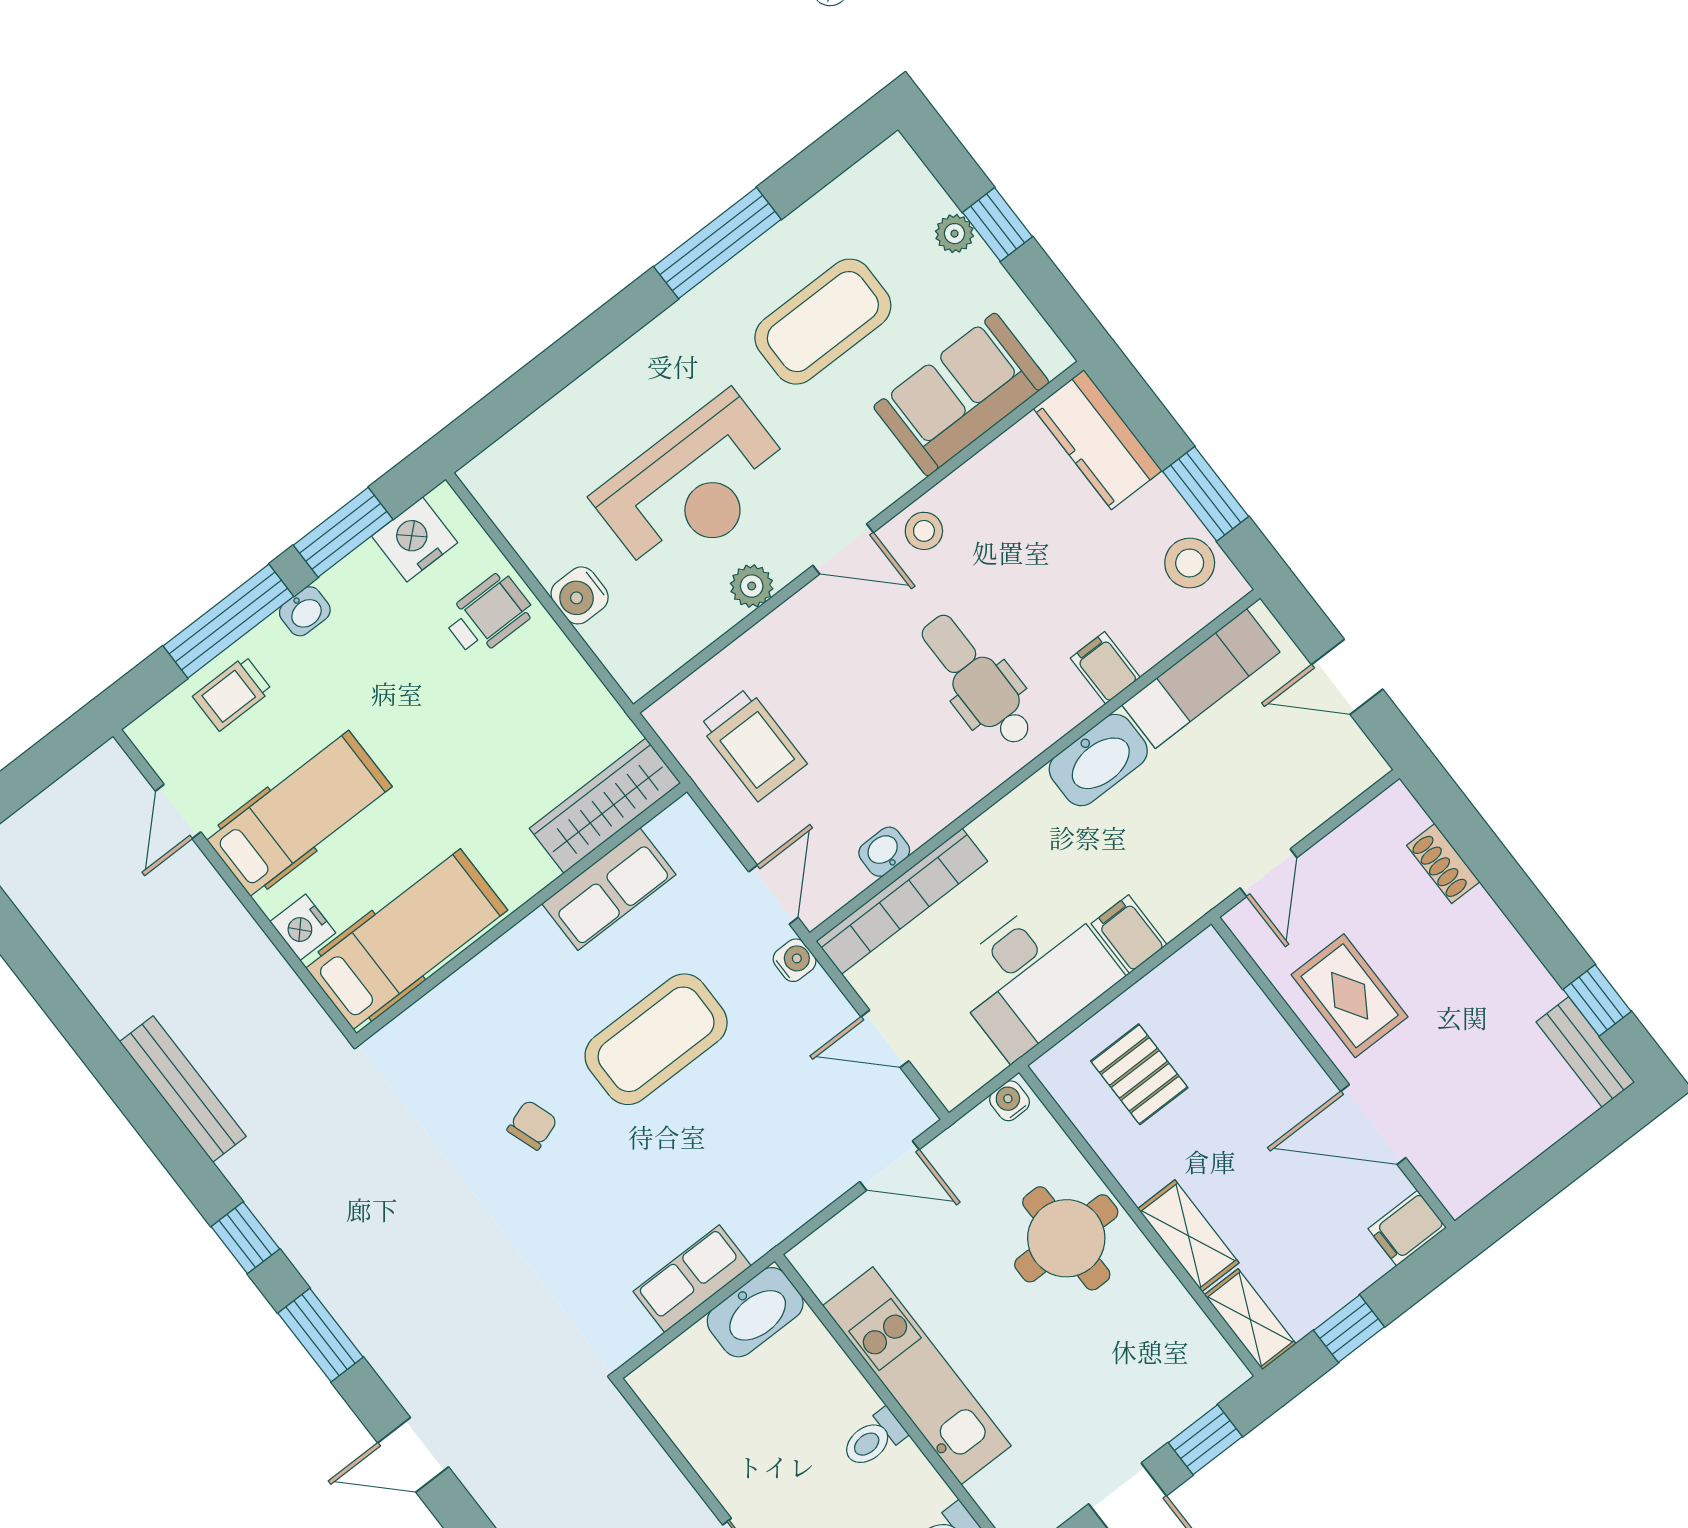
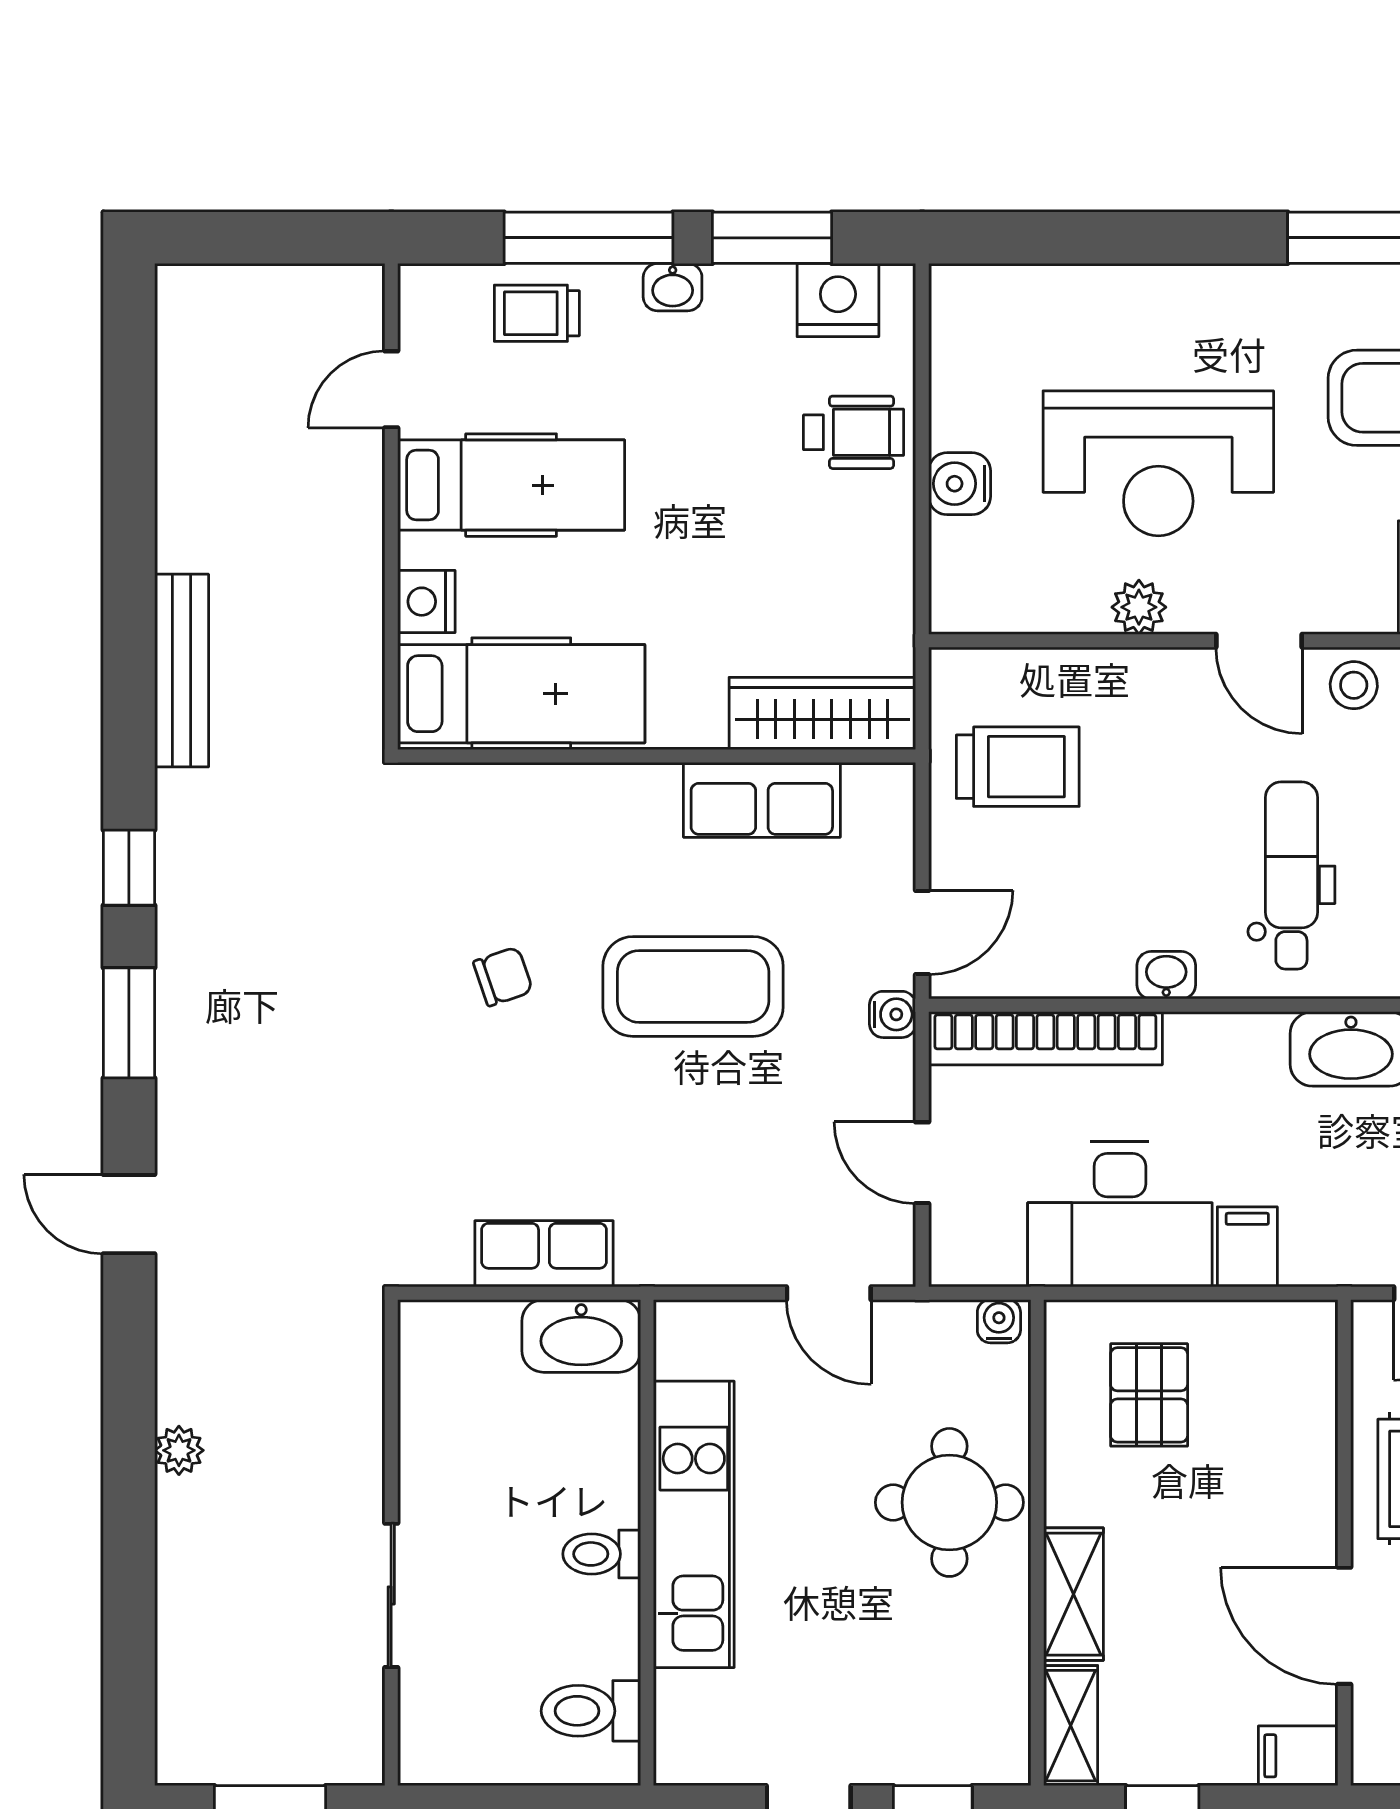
trolley: (753, 745) -> (1018, 767), turned -90
washbasin: (884, 852) -> (1166, 975), moved

